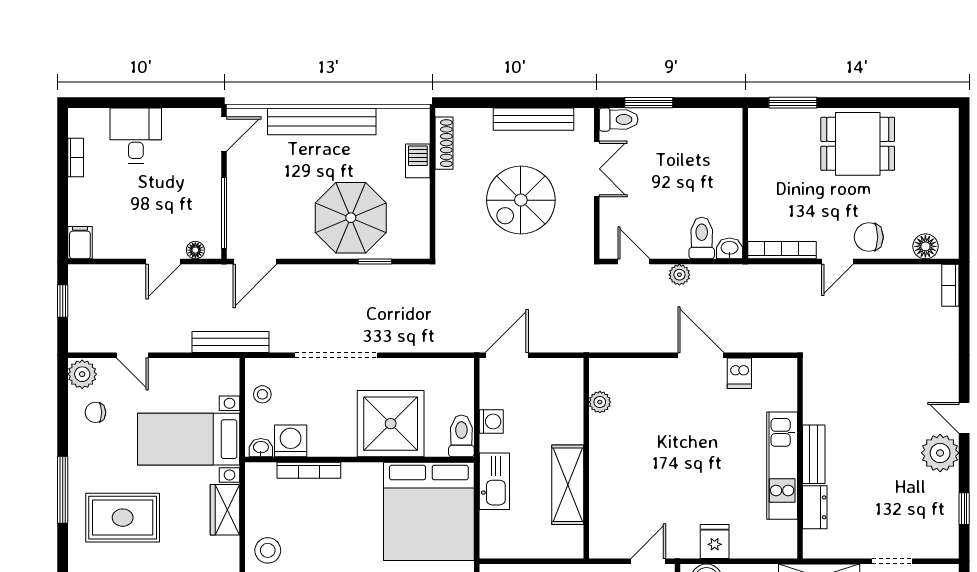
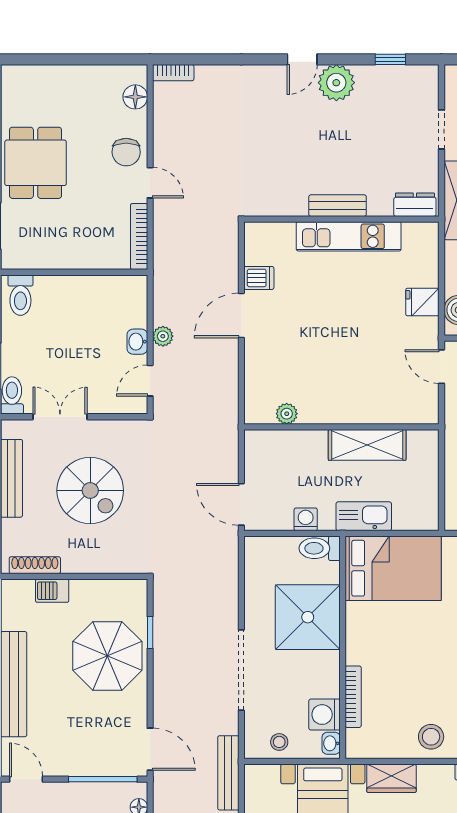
toilet: (702, 238) -> (20, 295), moved, turned -90
washbasin: (730, 248) -> (137, 342), moved
dresser: (815, 507) -> (415, 205), moved
bed: (429, 511) -> (393, 568), width x0.73

